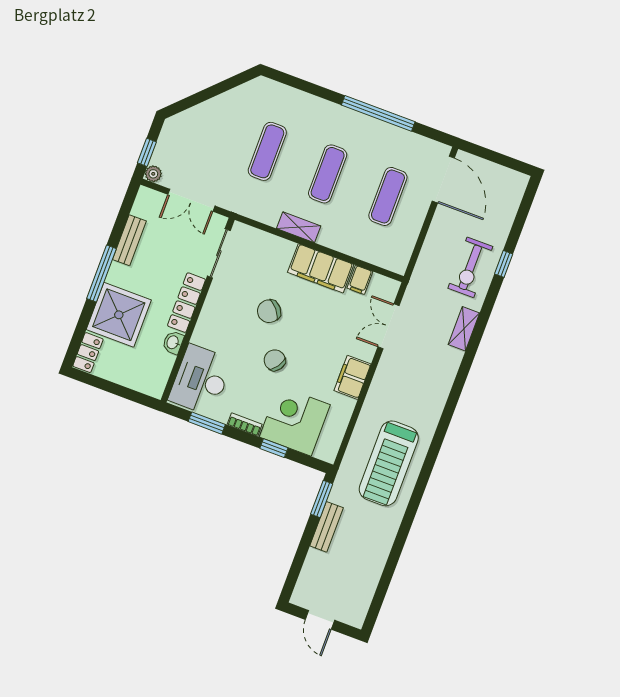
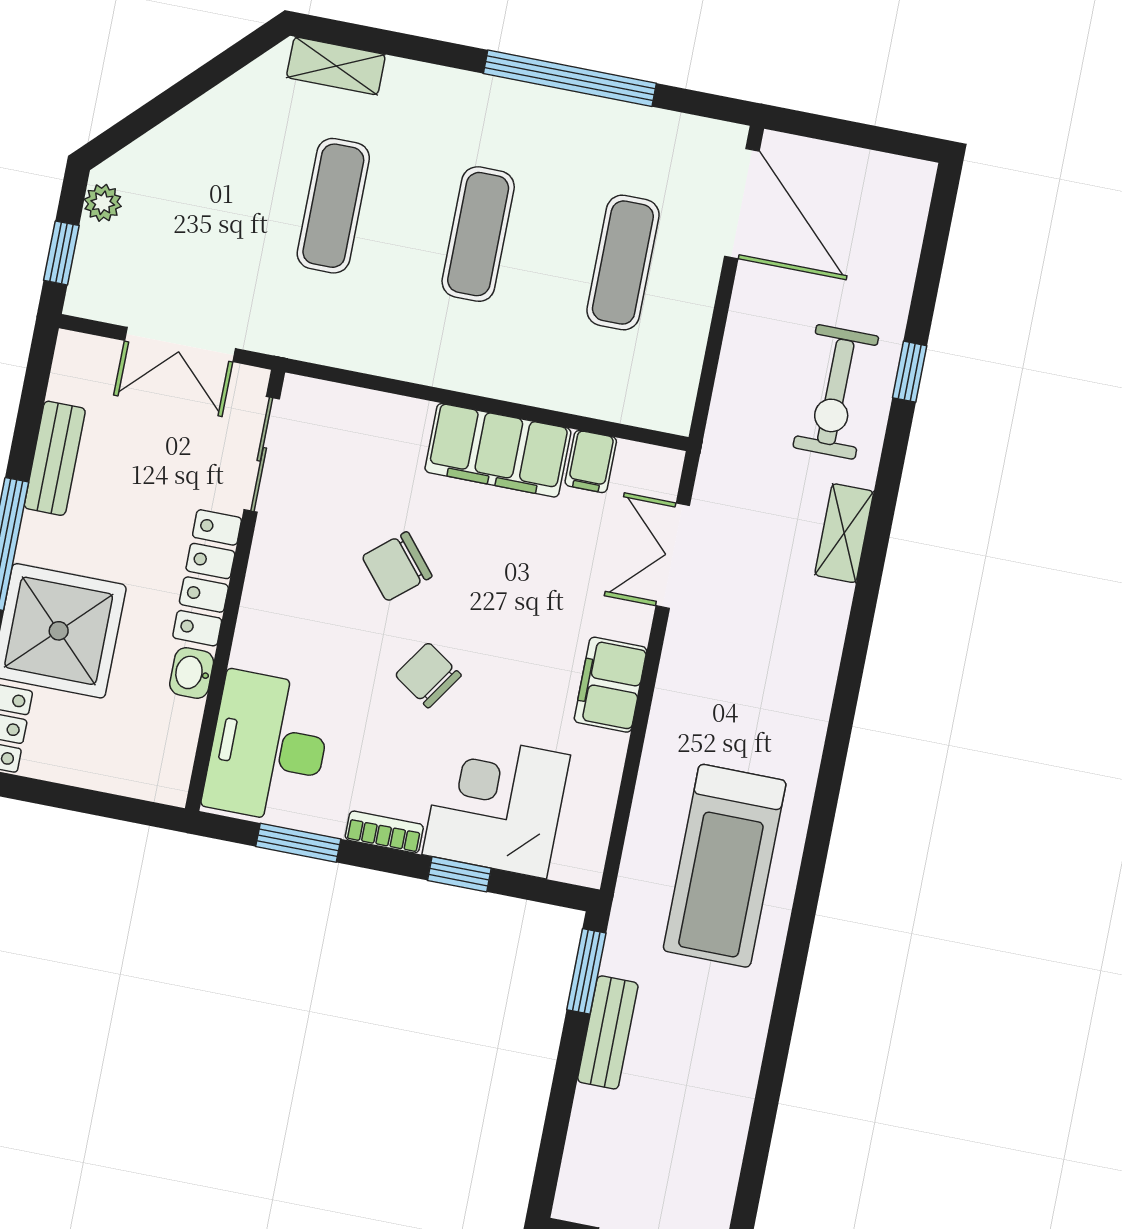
plant: (153, 174) -> (103, 203), moved
shelving: (299, 227) -> (336, 66), moved

